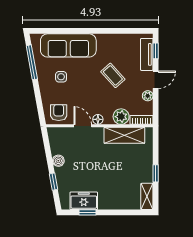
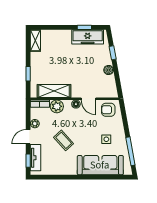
armchair: (59, 113) -> (108, 110), turned 90
window: (156, 173) -> (28, 74), moved
freezer: (84, 201) -> (88, 37), width x1.40

